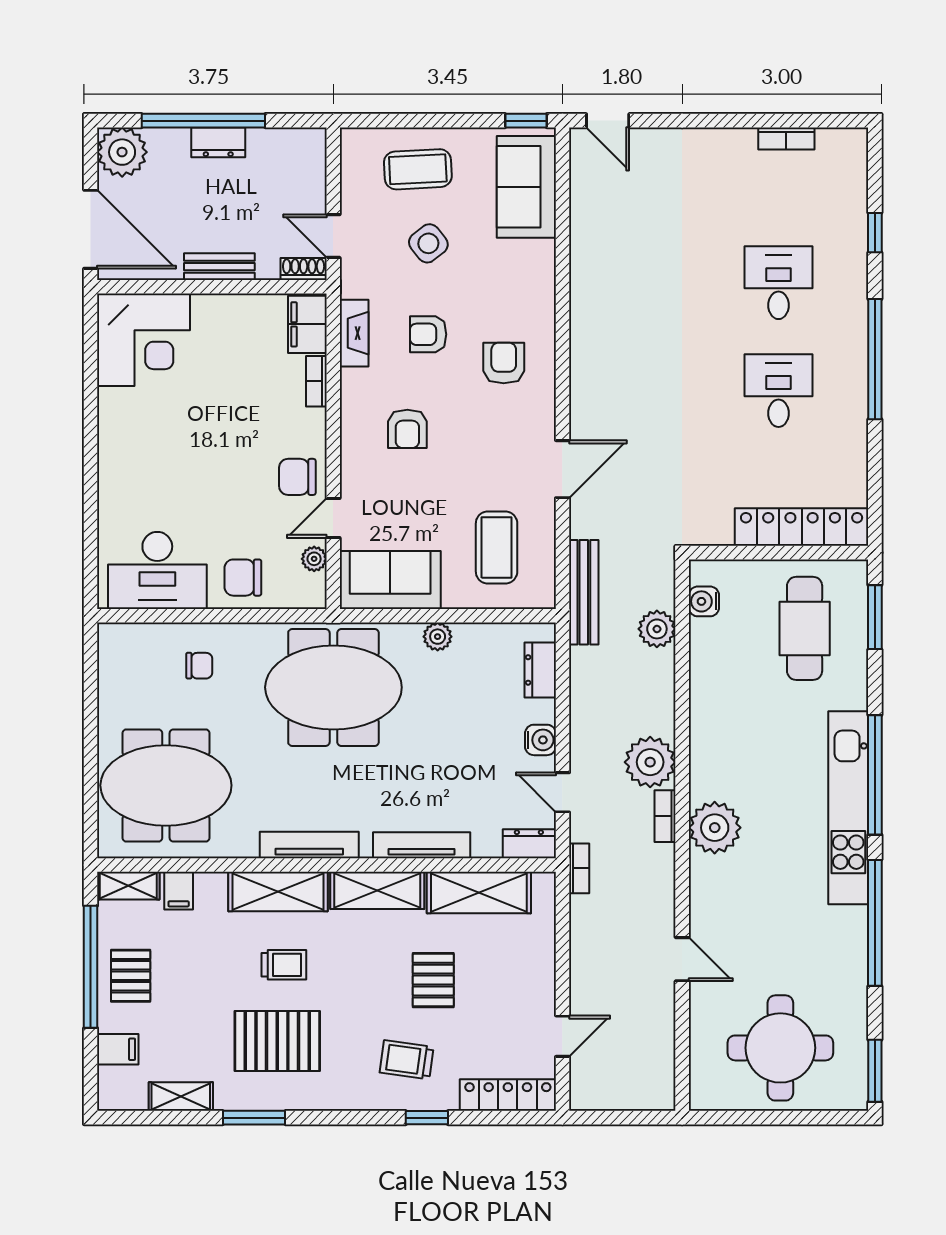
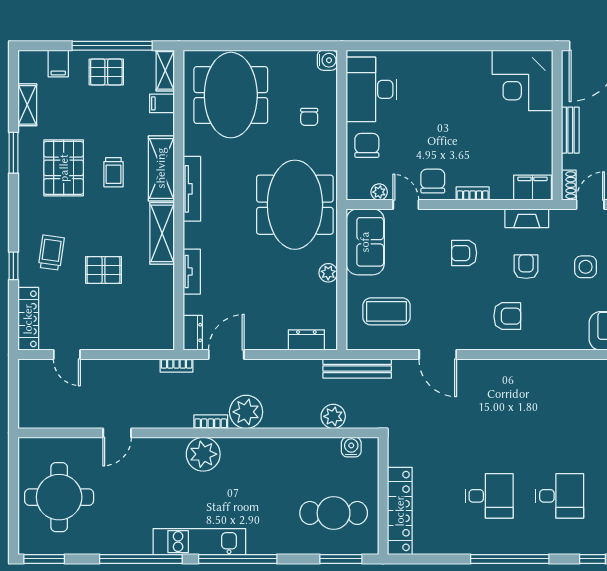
side table: (428, 243) -> (586, 267), turned 38
bookcase: (316, 381) -> (473, 194), moved
water cooler: (540, 740) -> (327, 60), moved, turned -90
door: (562, 792) -> (226, 355), width x1.37
kitchen unit: (848, 808) -> (199, 542), width x0.73
tv unit: (422, 845) -> (192, 272), width x0.71
shelving: (479, 893) -> (161, 300), removed

